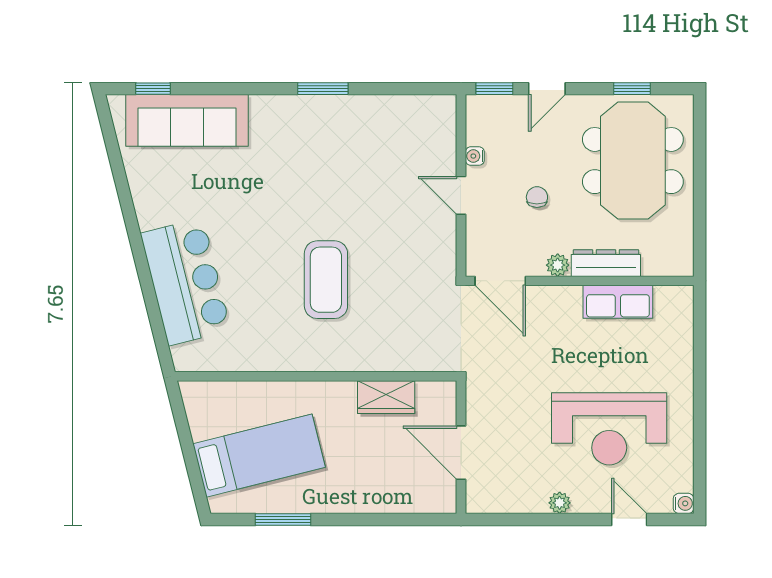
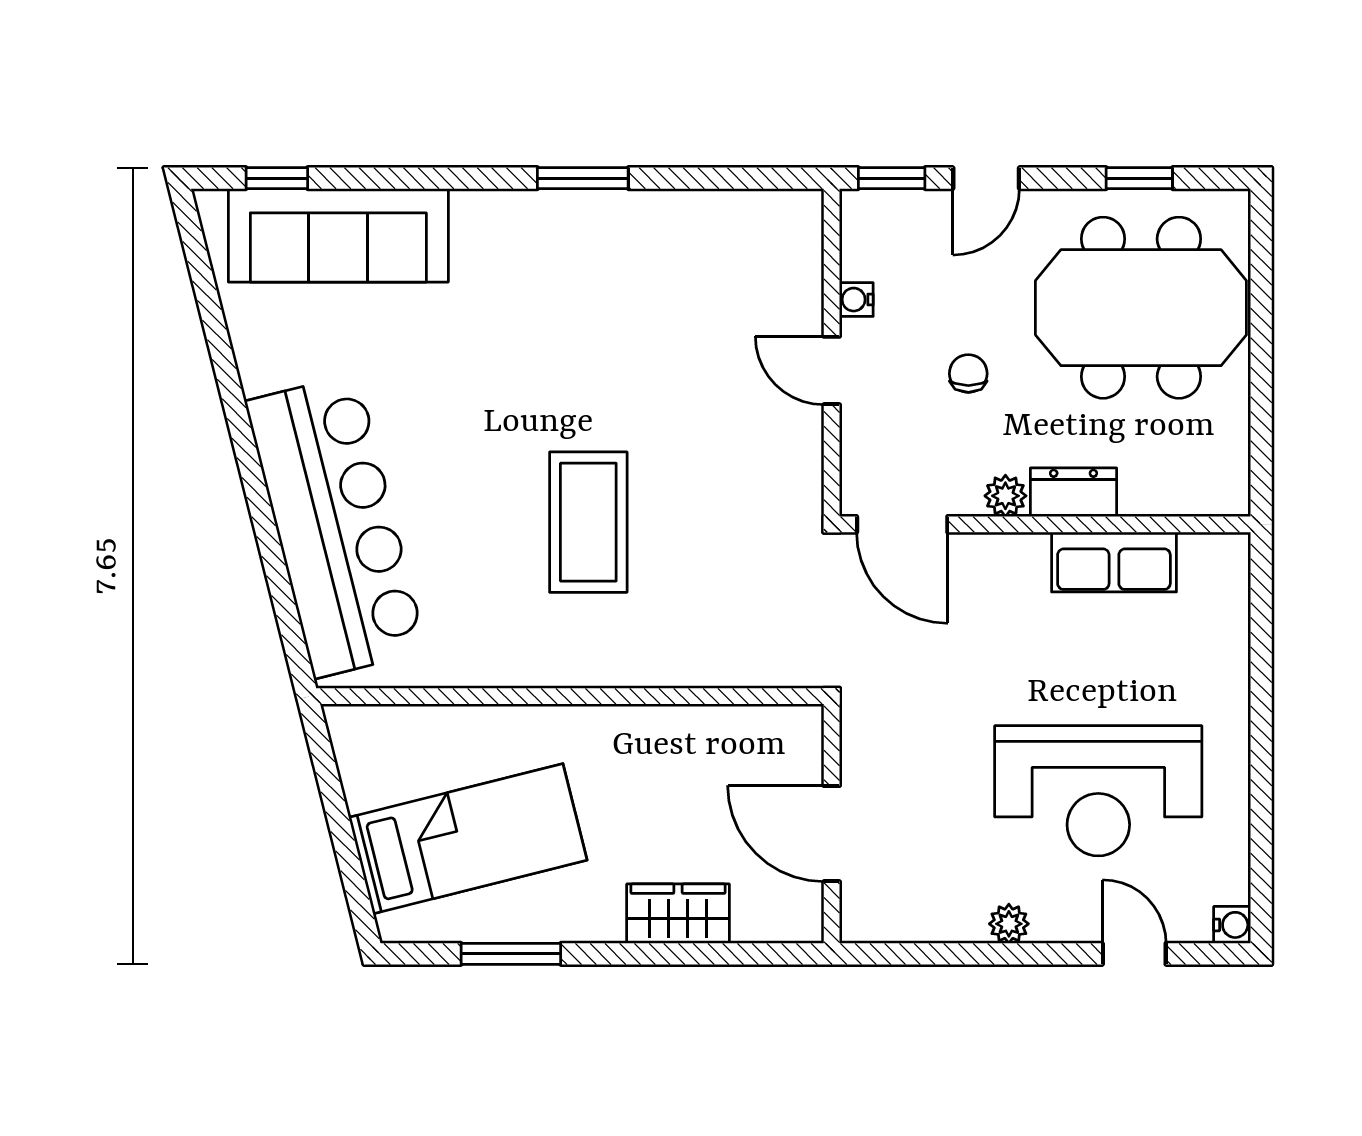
meeting table: (633, 161) -> (1141, 308), turned 90
dresser: (606, 263) -> (1074, 492), width x0.70
bar counter: (186, 282) -> (336, 526), width x1.36
wardrobe: (386, 397) -> (678, 914), moved, turned 180

